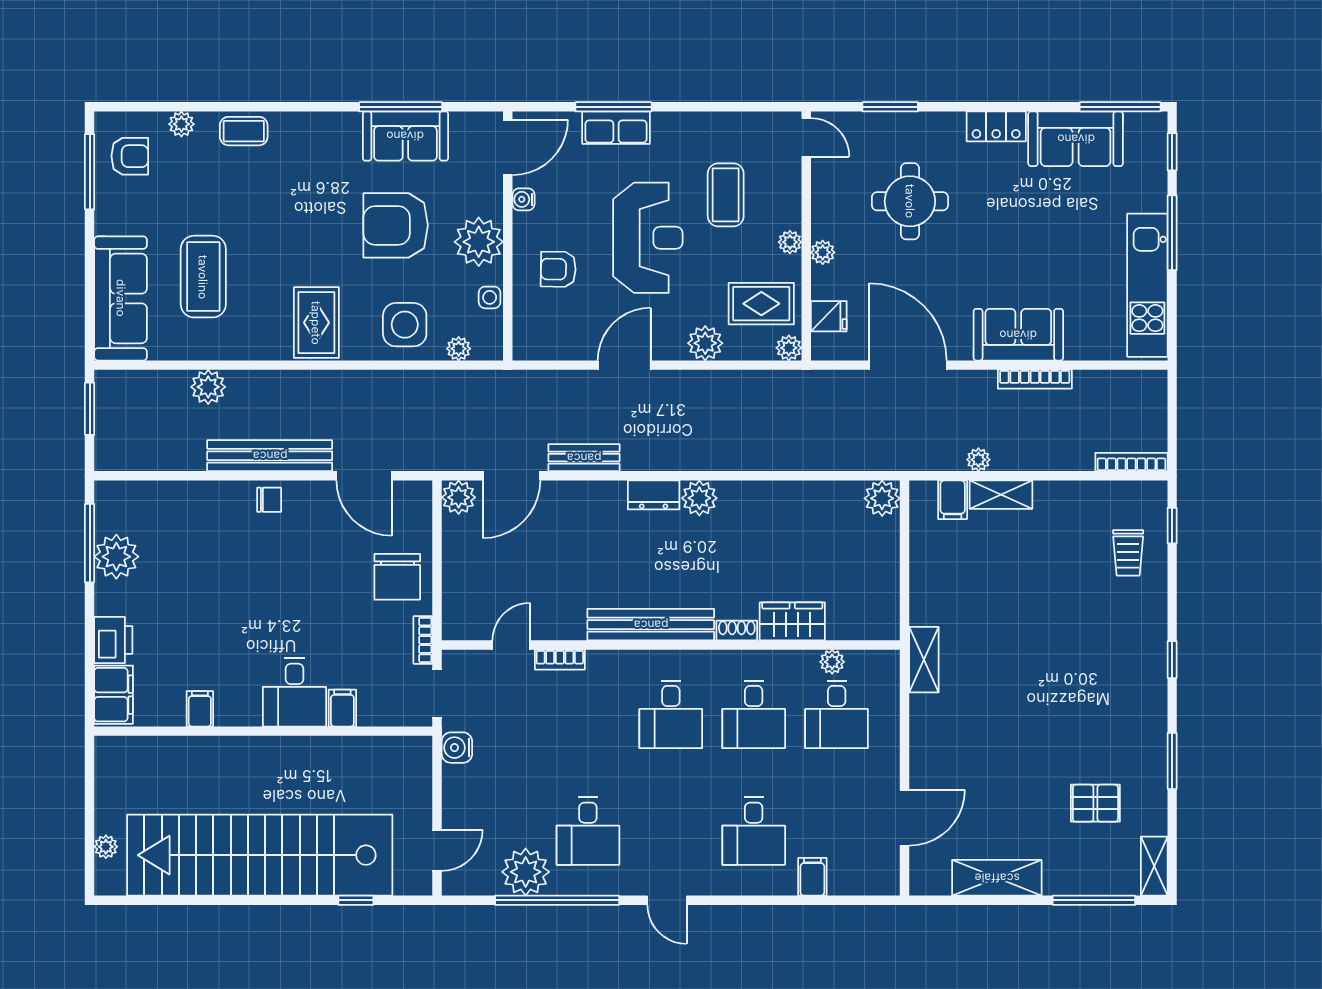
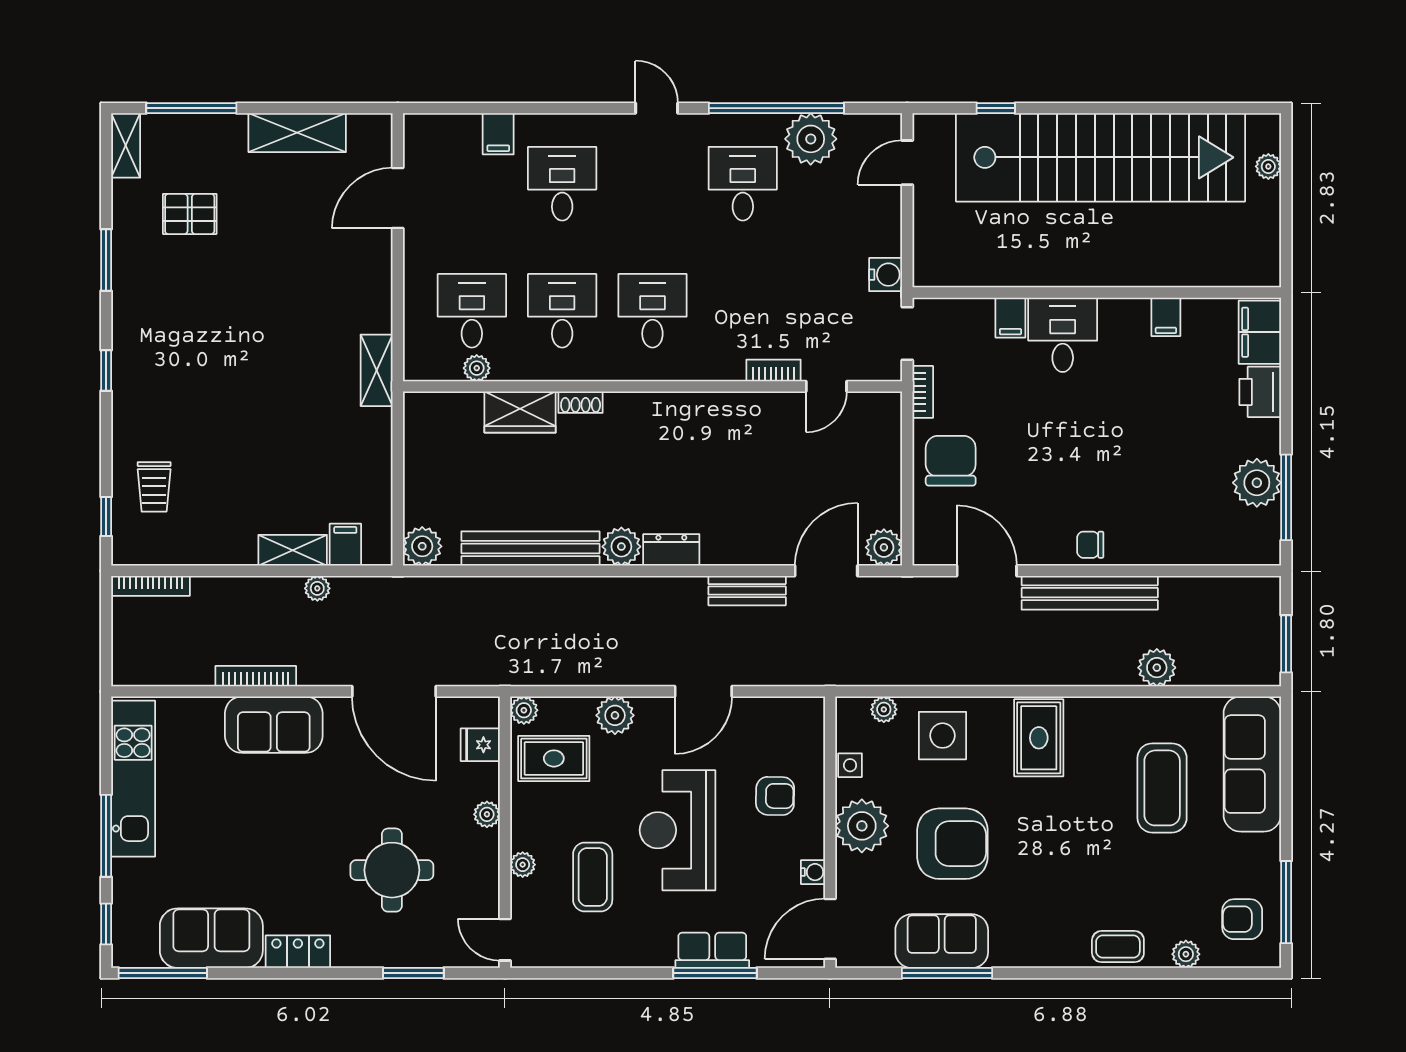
plant: (790, 242) -> (523, 865), moved
trolley: (1128, 553) -> (154, 487), turned 180
bench: (651, 625) -> (530, 549), moved

